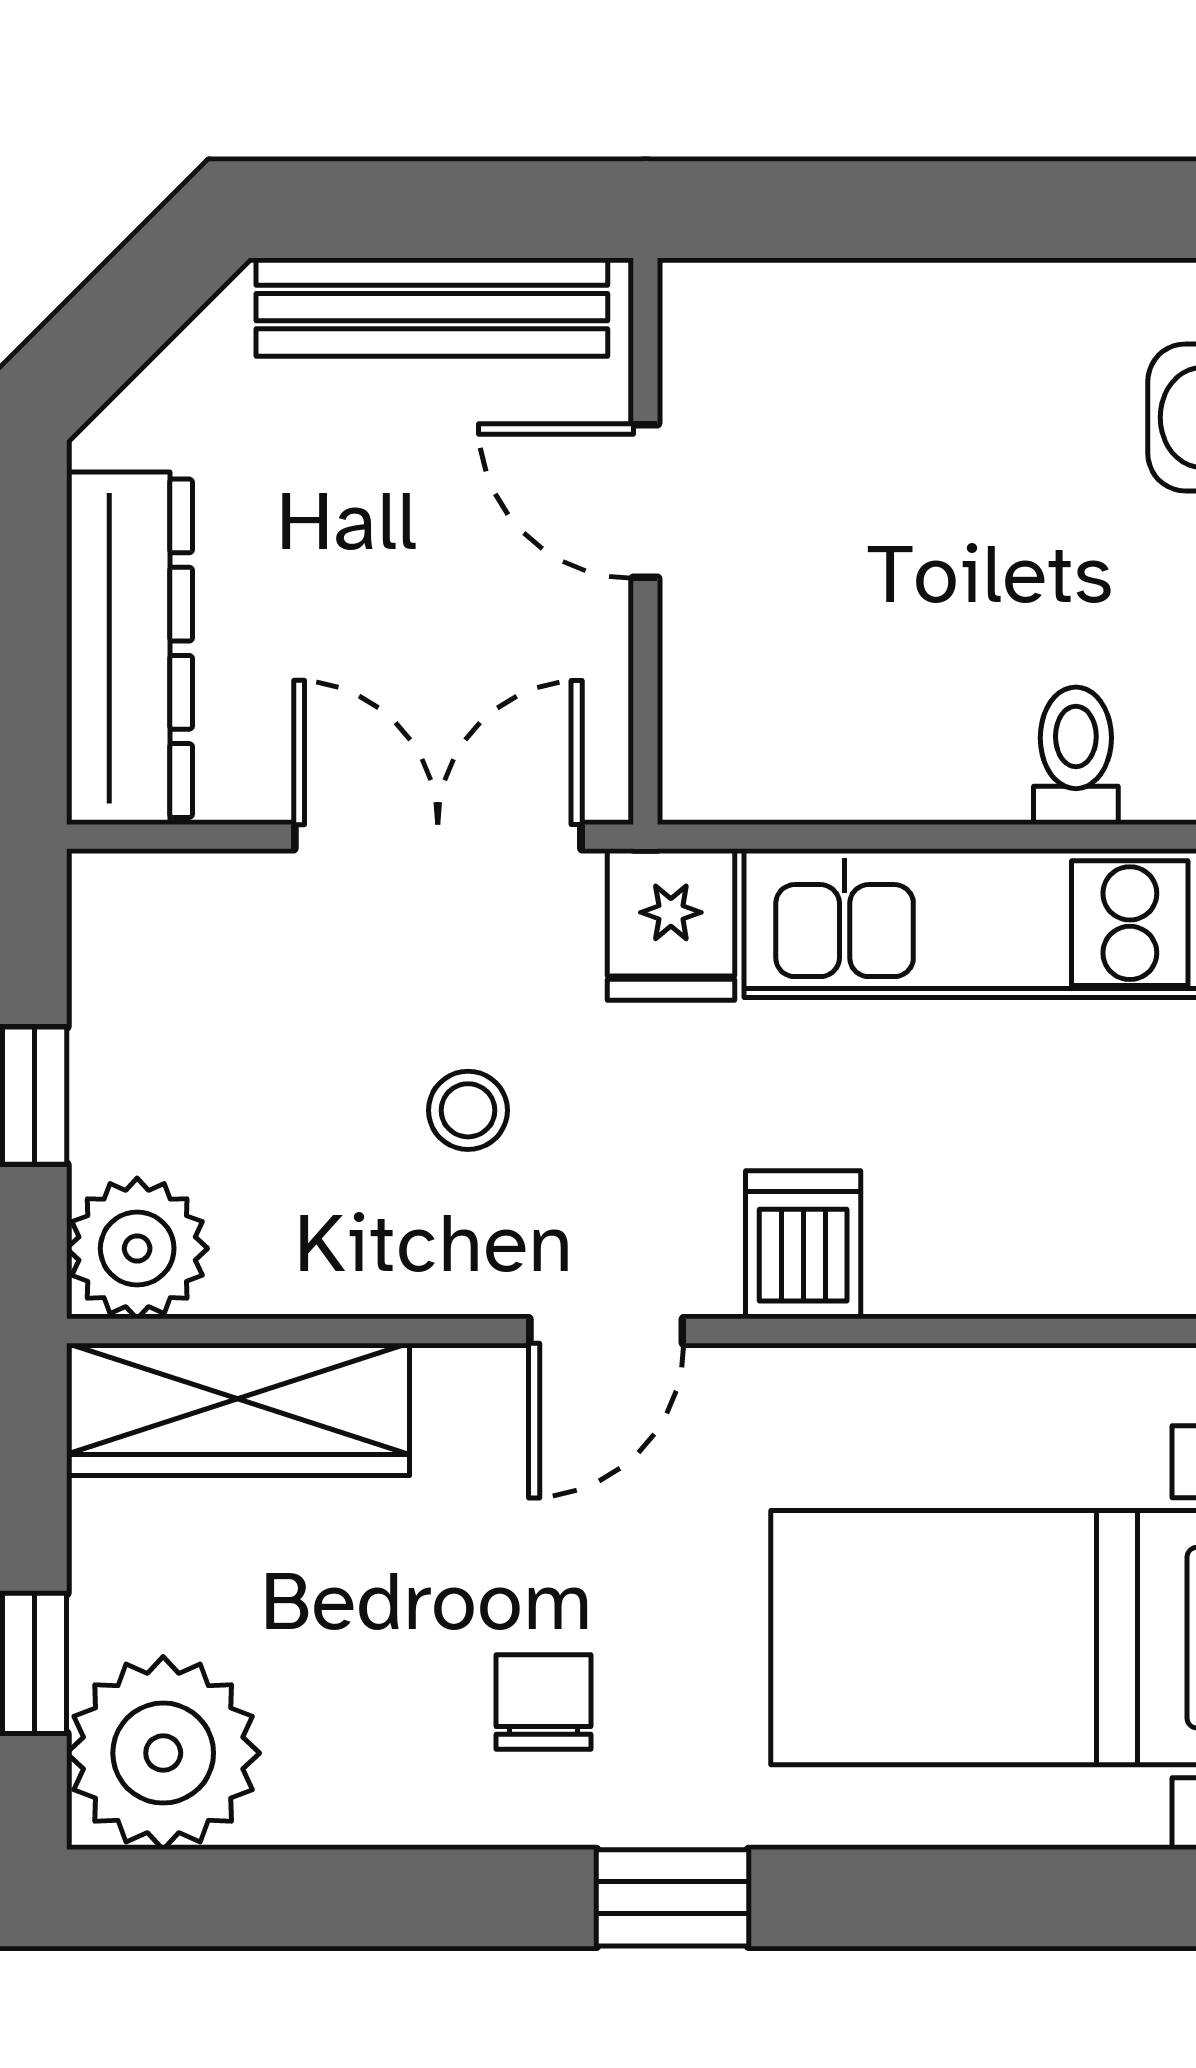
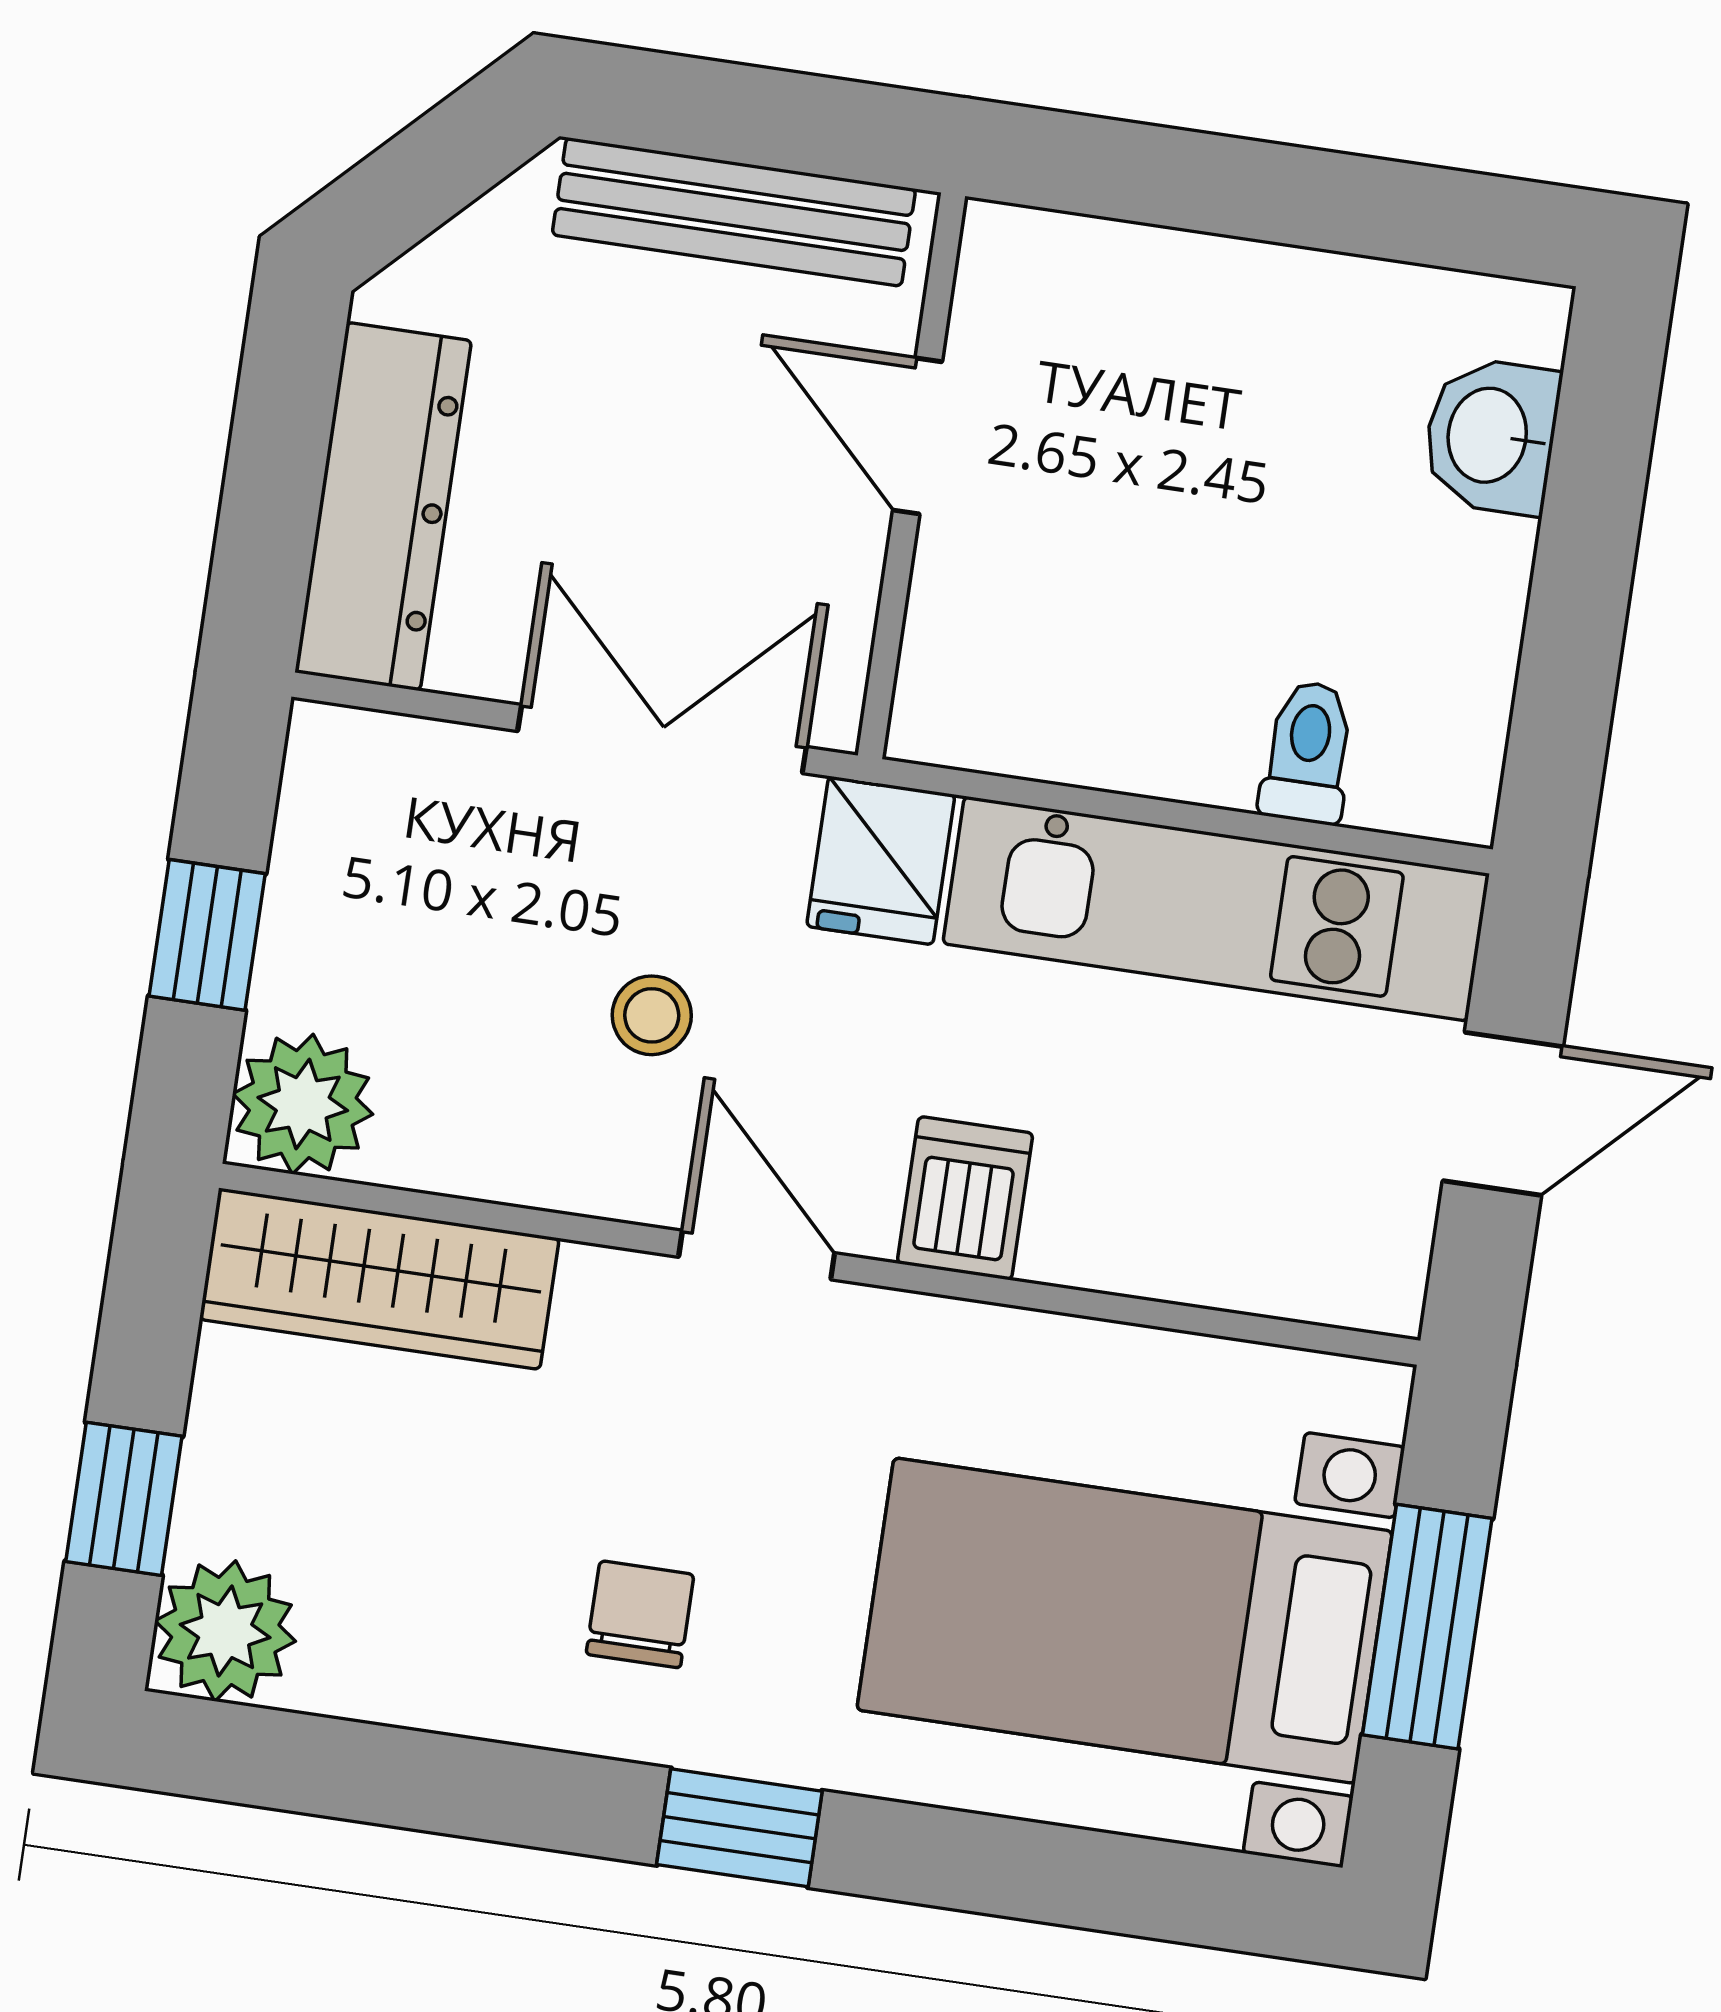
door: (606, 1331) -> (757, 1255), swing flipped
plant: (163, 1753) -> (225, 1631), width x0.73, depth x0.73

